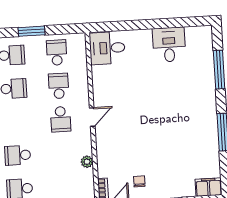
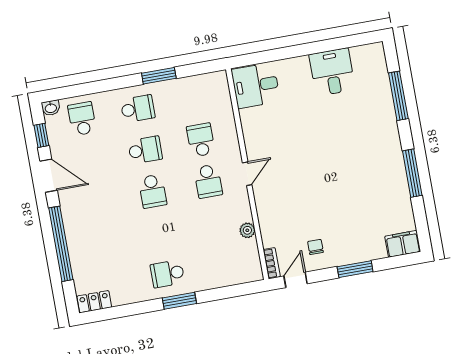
school desk: (57, 53) -> (193, 99), removed
school desk: (18, 155) -> (153, 191), moved, turned -90

